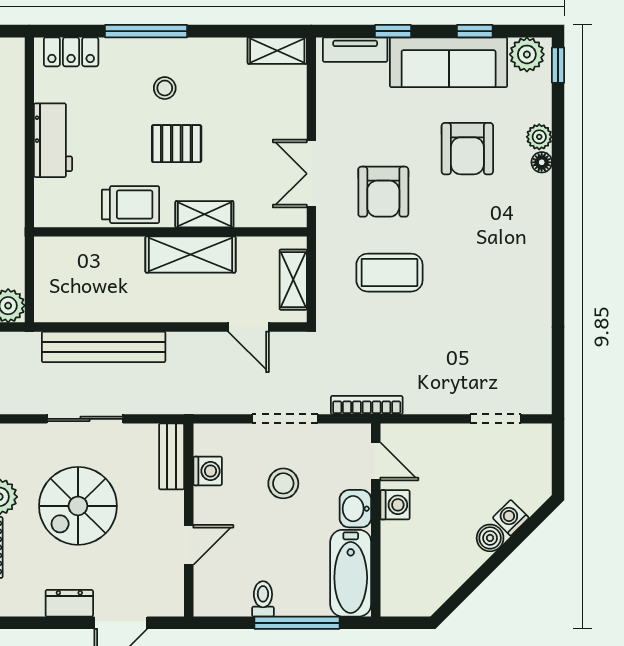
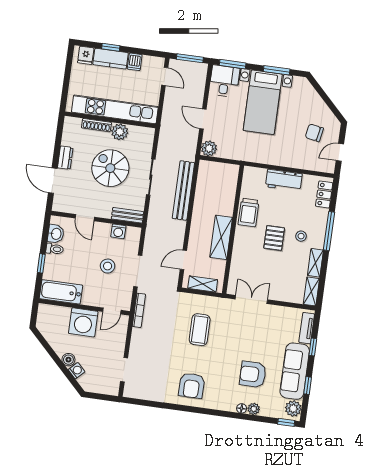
armchair: (383, 192) -> (192, 386), moved, turned -90
shelving: (204, 214) -> (315, 263), moved
washing machine: (395, 505) -> (83, 322), width x1.89, depth x1.89
washbasin: (355, 509) -> (56, 234), moved, turned 90
window: (297, 623) -> (41, 263), width x0.46

